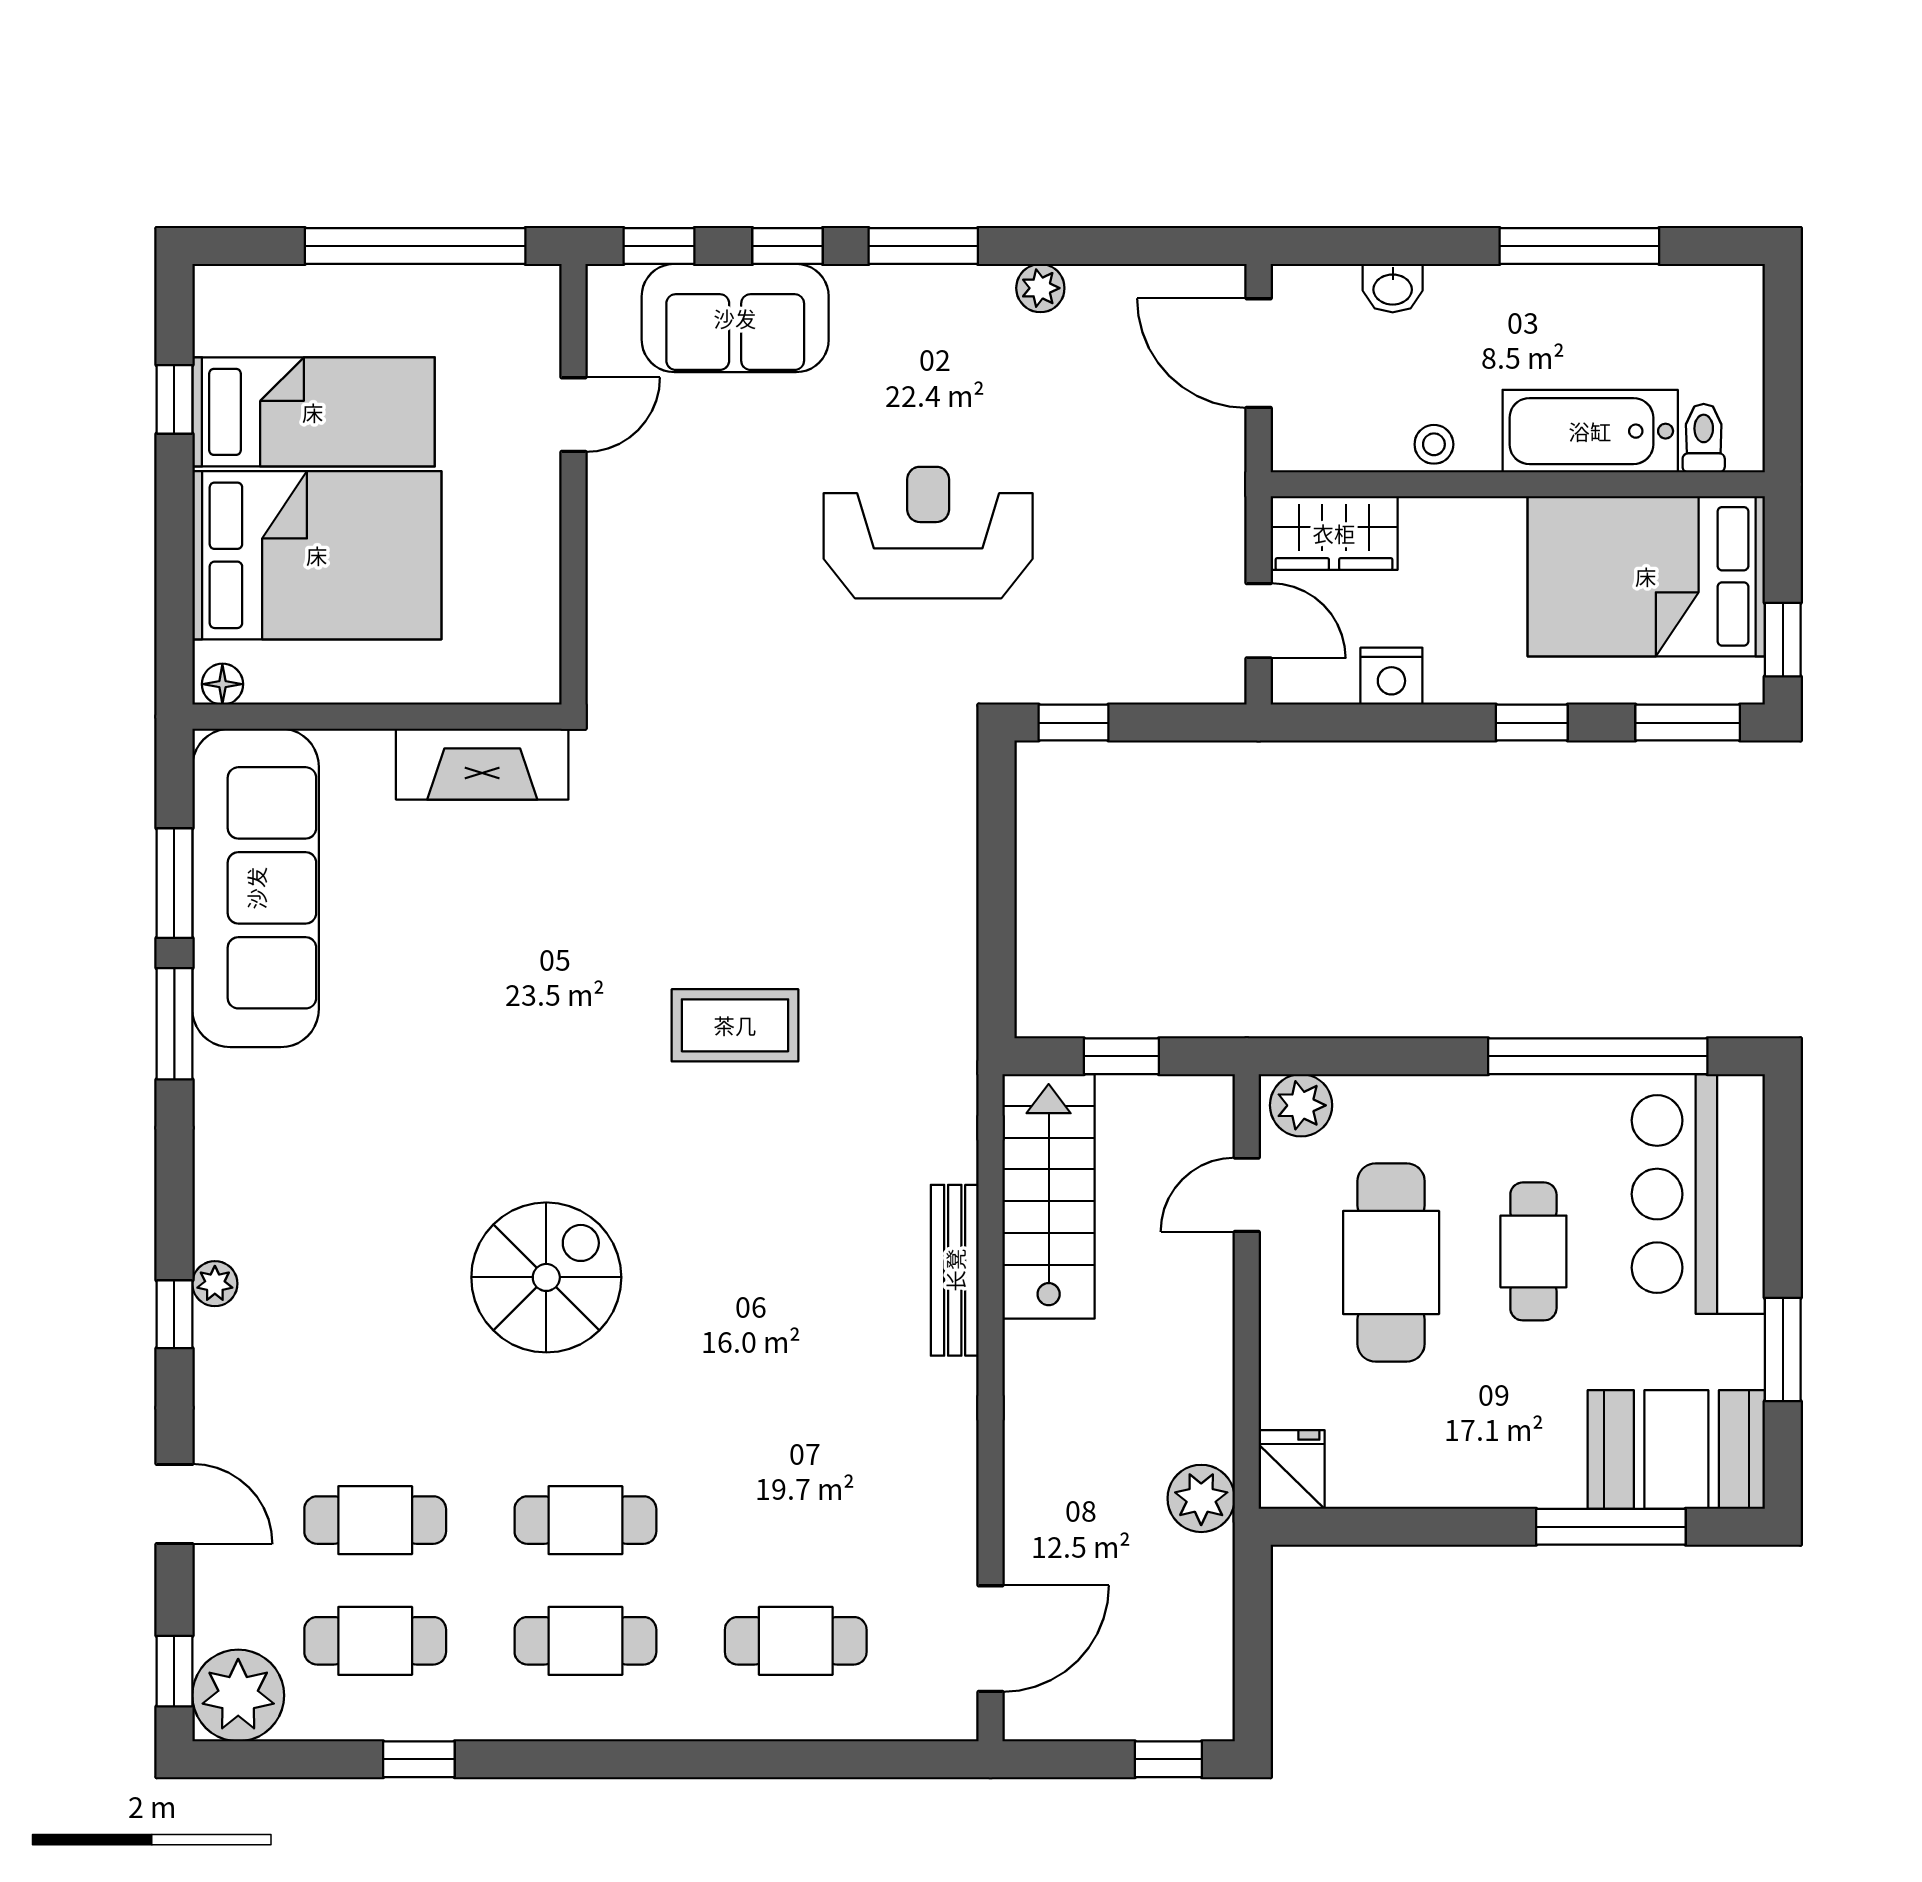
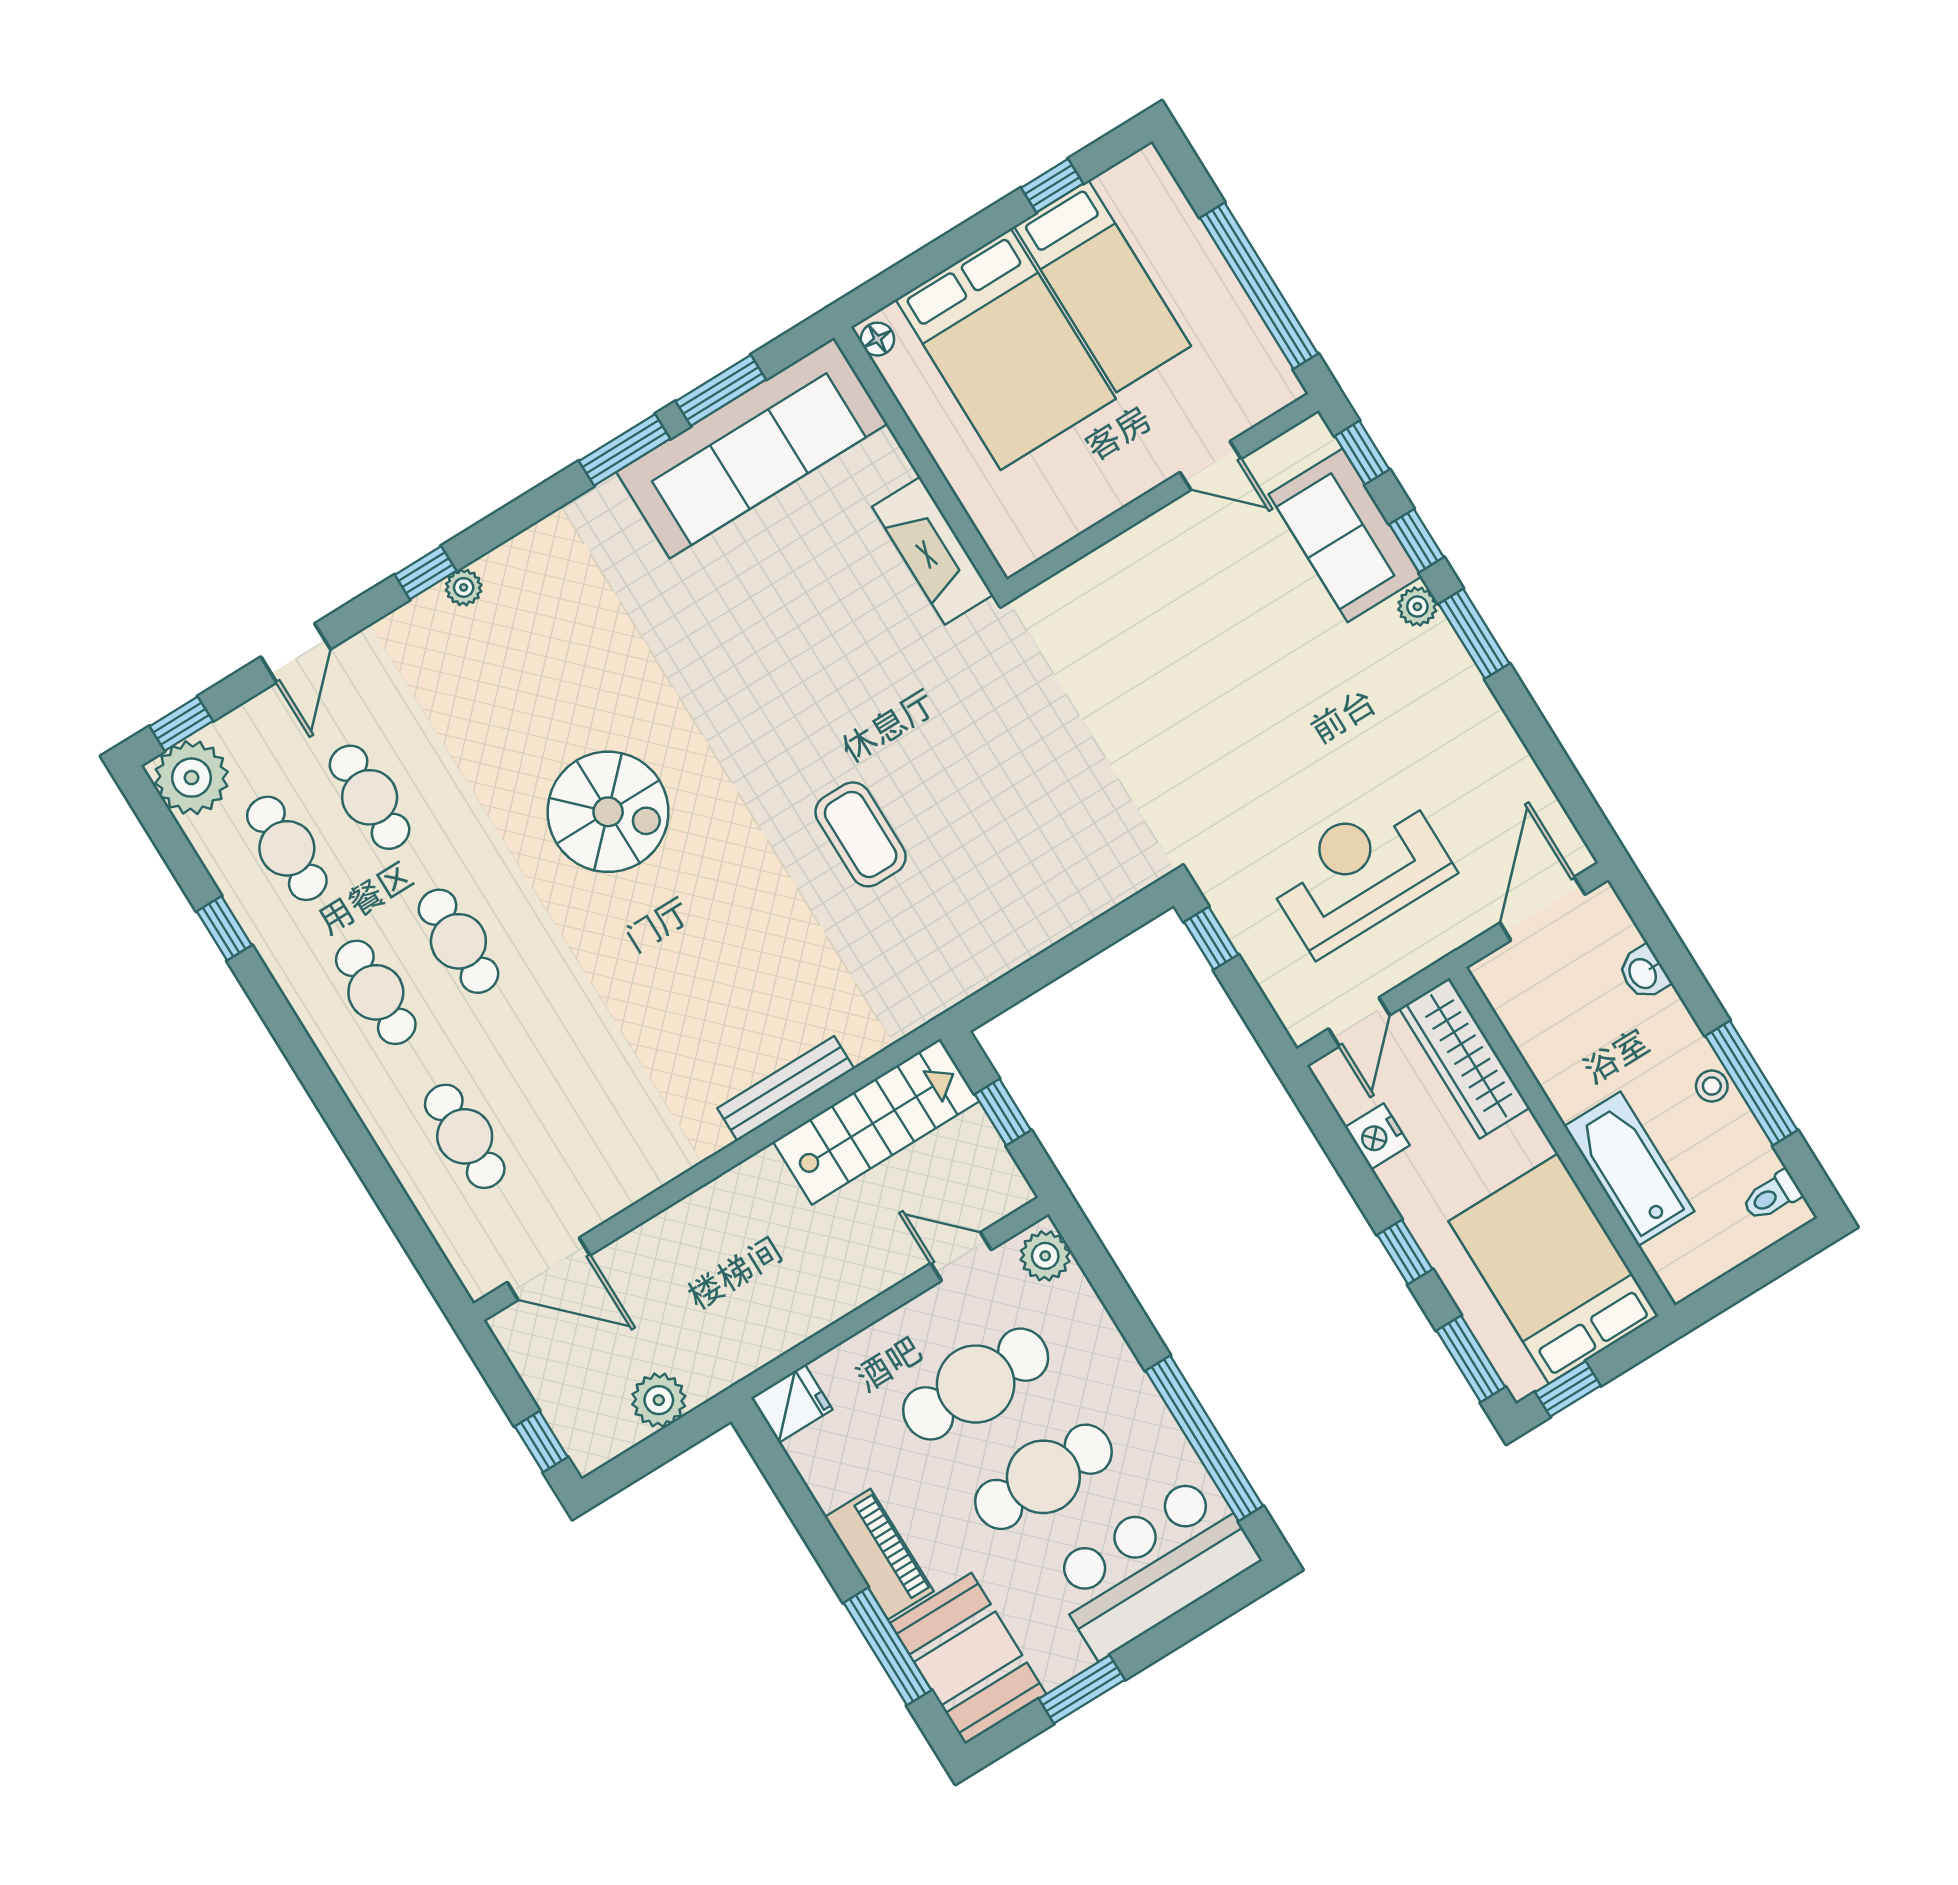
plant: (1040, 288) -> (1417, 607), moved
toilet: (1704, 438) -> (1772, 1196), moved, turned 180
stool: (1434, 444) -> (1712, 1086), moved
reception desk: (928, 533) -> (1359, 872), moved, turned -90
wardrobe: (1334, 533) -> (1464, 1058), width x1.50
cafe table: (1533, 1251) -> (1043, 1477), width x1.37, depth x1.35
piano: (1508, 1475) -> (879, 1554), added
plant: (1201, 1498) -> (659, 1400), moved

